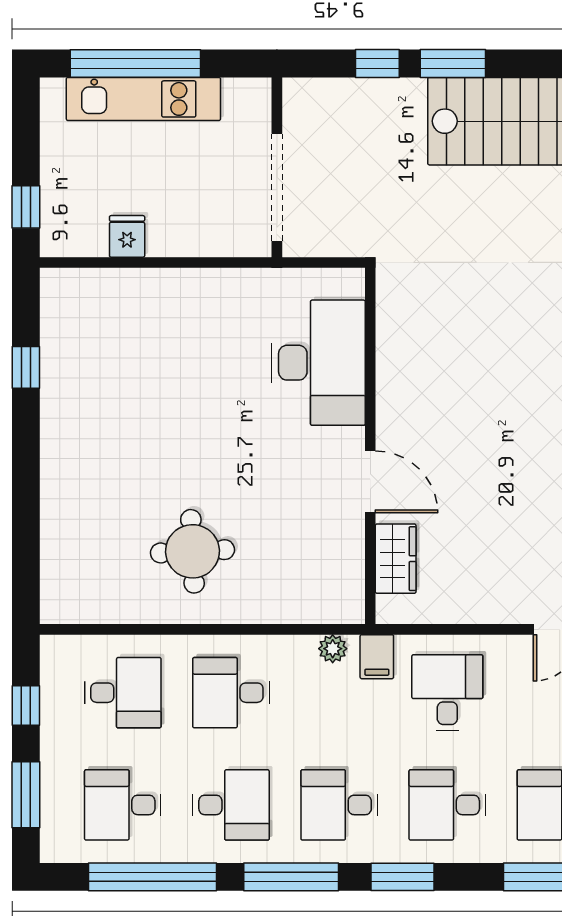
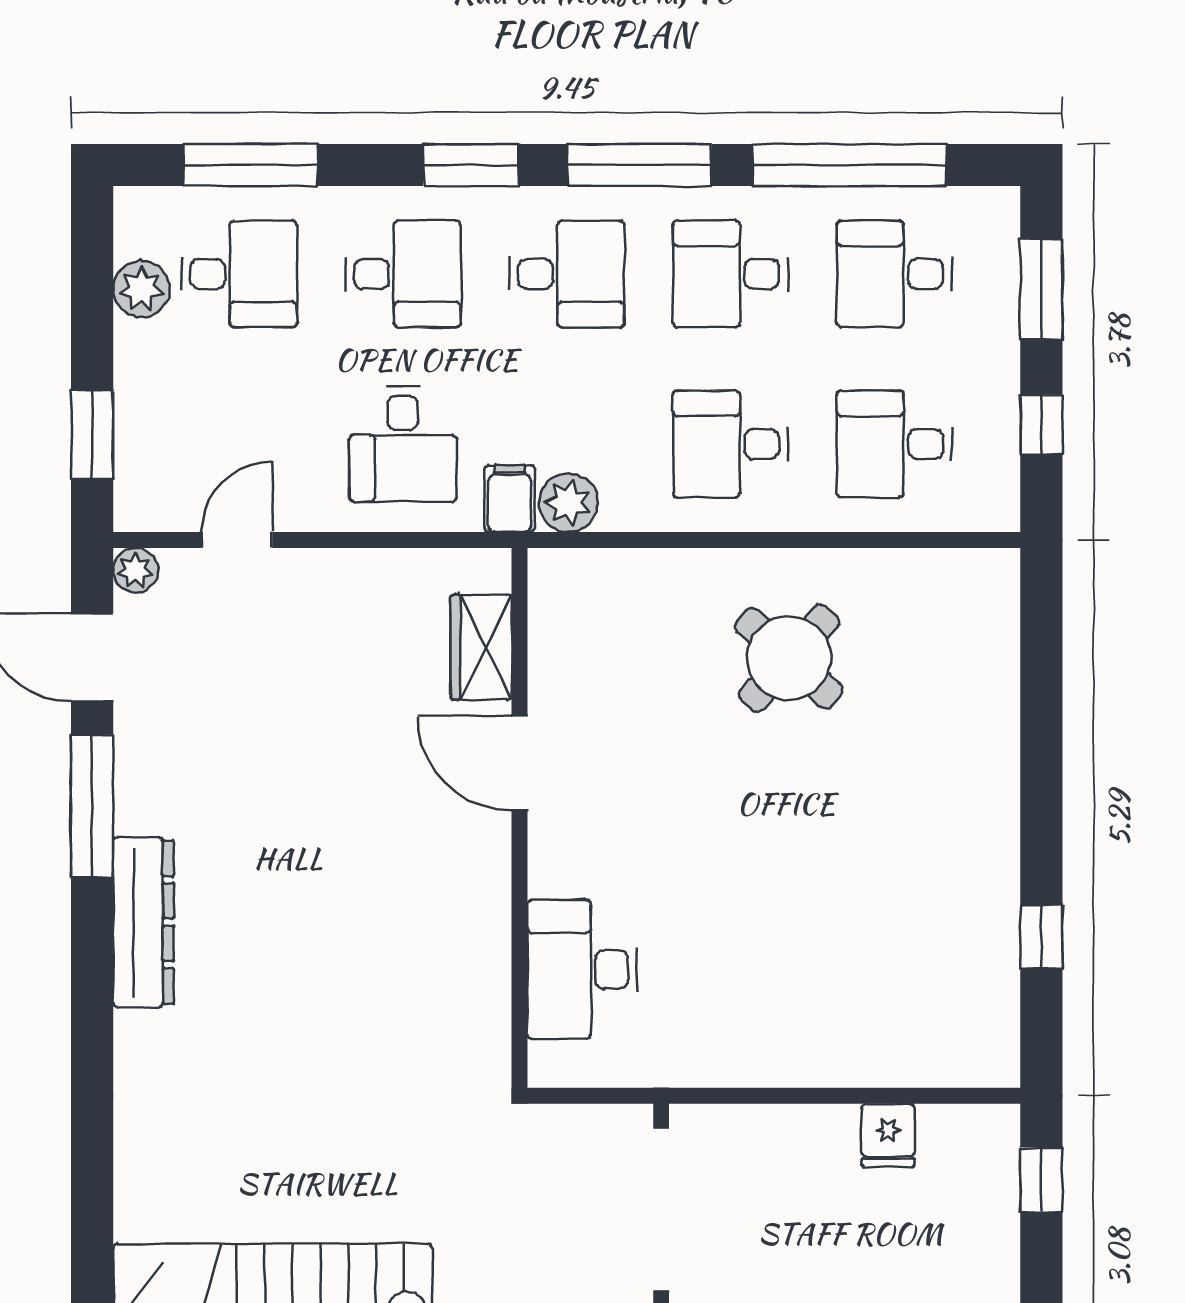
desk: (318, 363) -> (582, 969), width x0.73, depth x0.77
round table: (192, 551) -> (789, 658), turned 45
plant: (333, 649) -> (568, 503), width x1.38, depth x1.38
desk: (231, 693) -> (731, 444), turned 180
desk: (123, 805) -> (894, 274), turned 180

